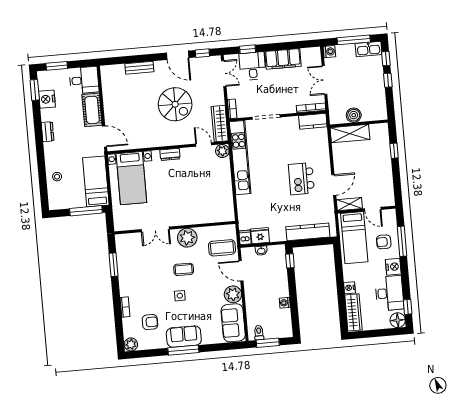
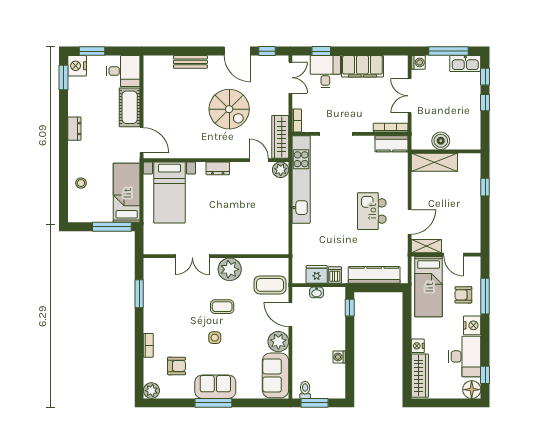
nightstand: (47, 99) -> (77, 66), moved
dishwasher: (245, 237) -> (335, 275), moved

